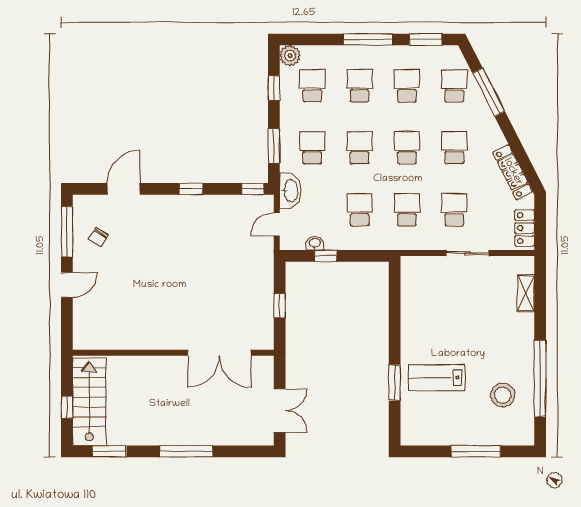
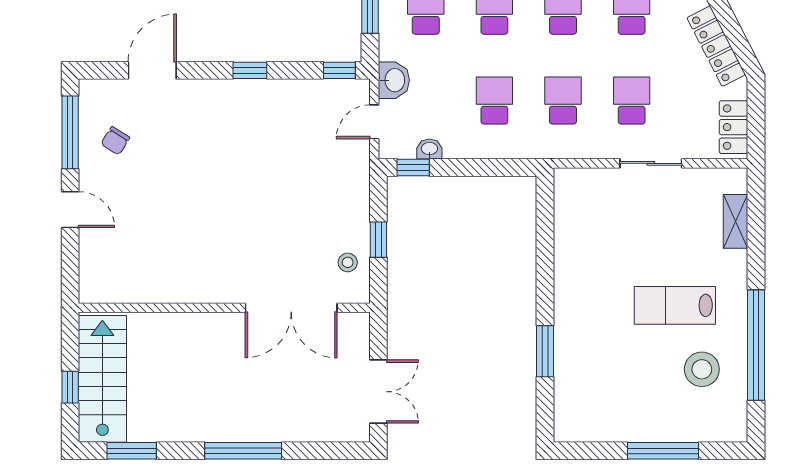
washbasin: (290, 191) -> (394, 80), width x0.72
window: (326, 256) -> (413, 168), moved
door: (67, 285) -> (70, 210), hinge flipped
stool: (258, 321) -> (348, 262), added
lab bench: (437, 378) -> (675, 305), moved

